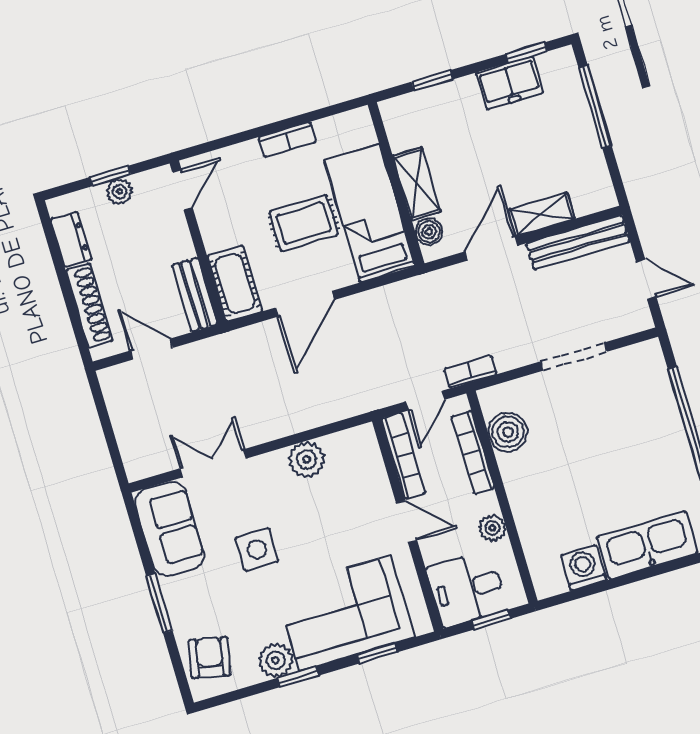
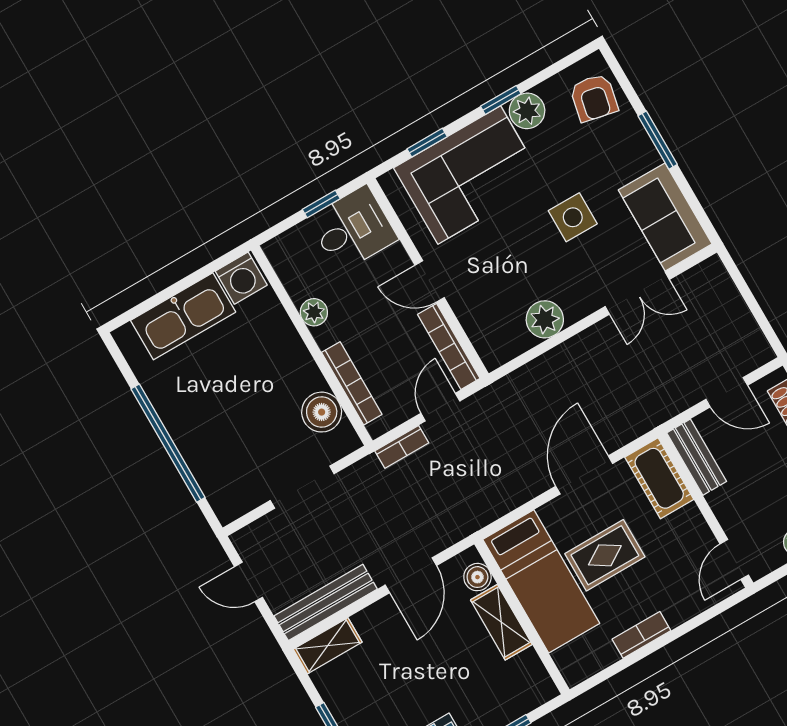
shelving: (541, 214) -> (328, 646), moved
boiler: (508, 432) -> (322, 412), moved
bookcase: (473, 452) -> (352, 383), moved
wall: (502, 497) -> (312, 346), moved
plant: (492, 528) -> (314, 312), moved

